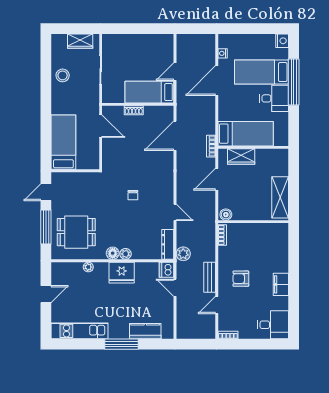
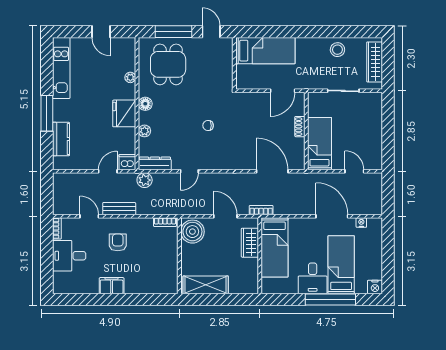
wardrobe: (80, 41) -> (375, 62), width x1.50
door: (175, 72) -> (354, 171), moved
boiler: (226, 215) -> (192, 232), width x1.86, depth x1.86
plant: (126, 254) -> (145, 131), moved
desk: (273, 325) -> (69, 256), moved, turned 90

